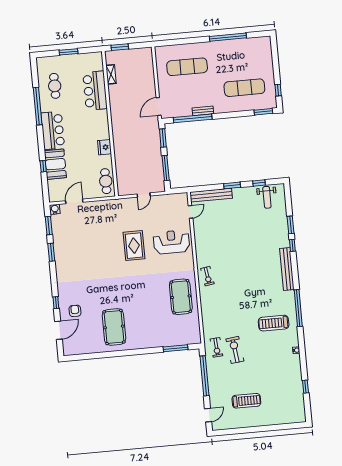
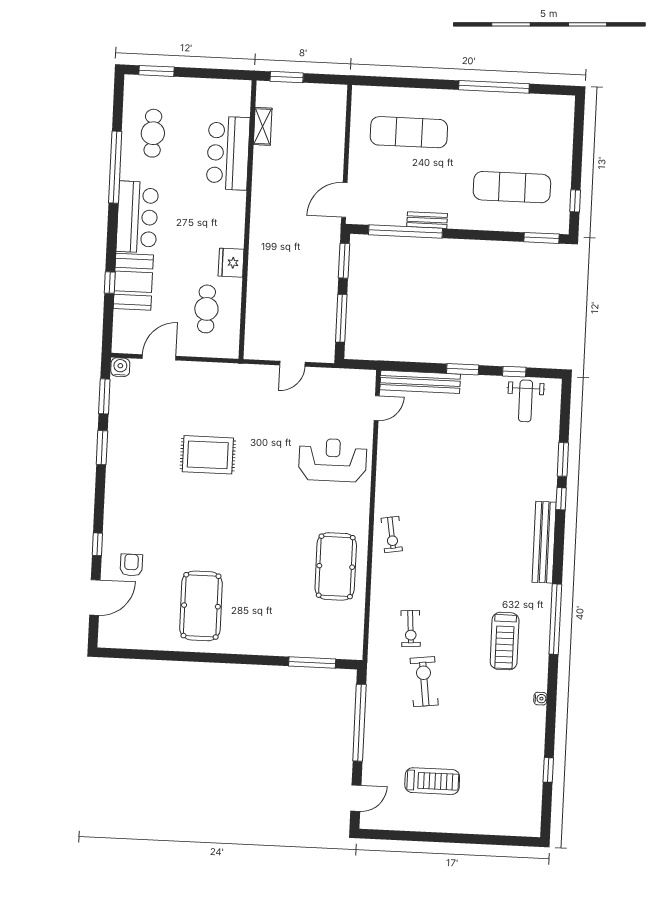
window: (69, 52) -> (156, 71), moved
cafe table: (106, 181) -> (206, 309), moved
rug: (134, 246) -> (208, 455), moved, turned 90
treadmill: (274, 323) -> (505, 641), turned -90
exercise bike: (216, 347) -> (411, 629), moved

